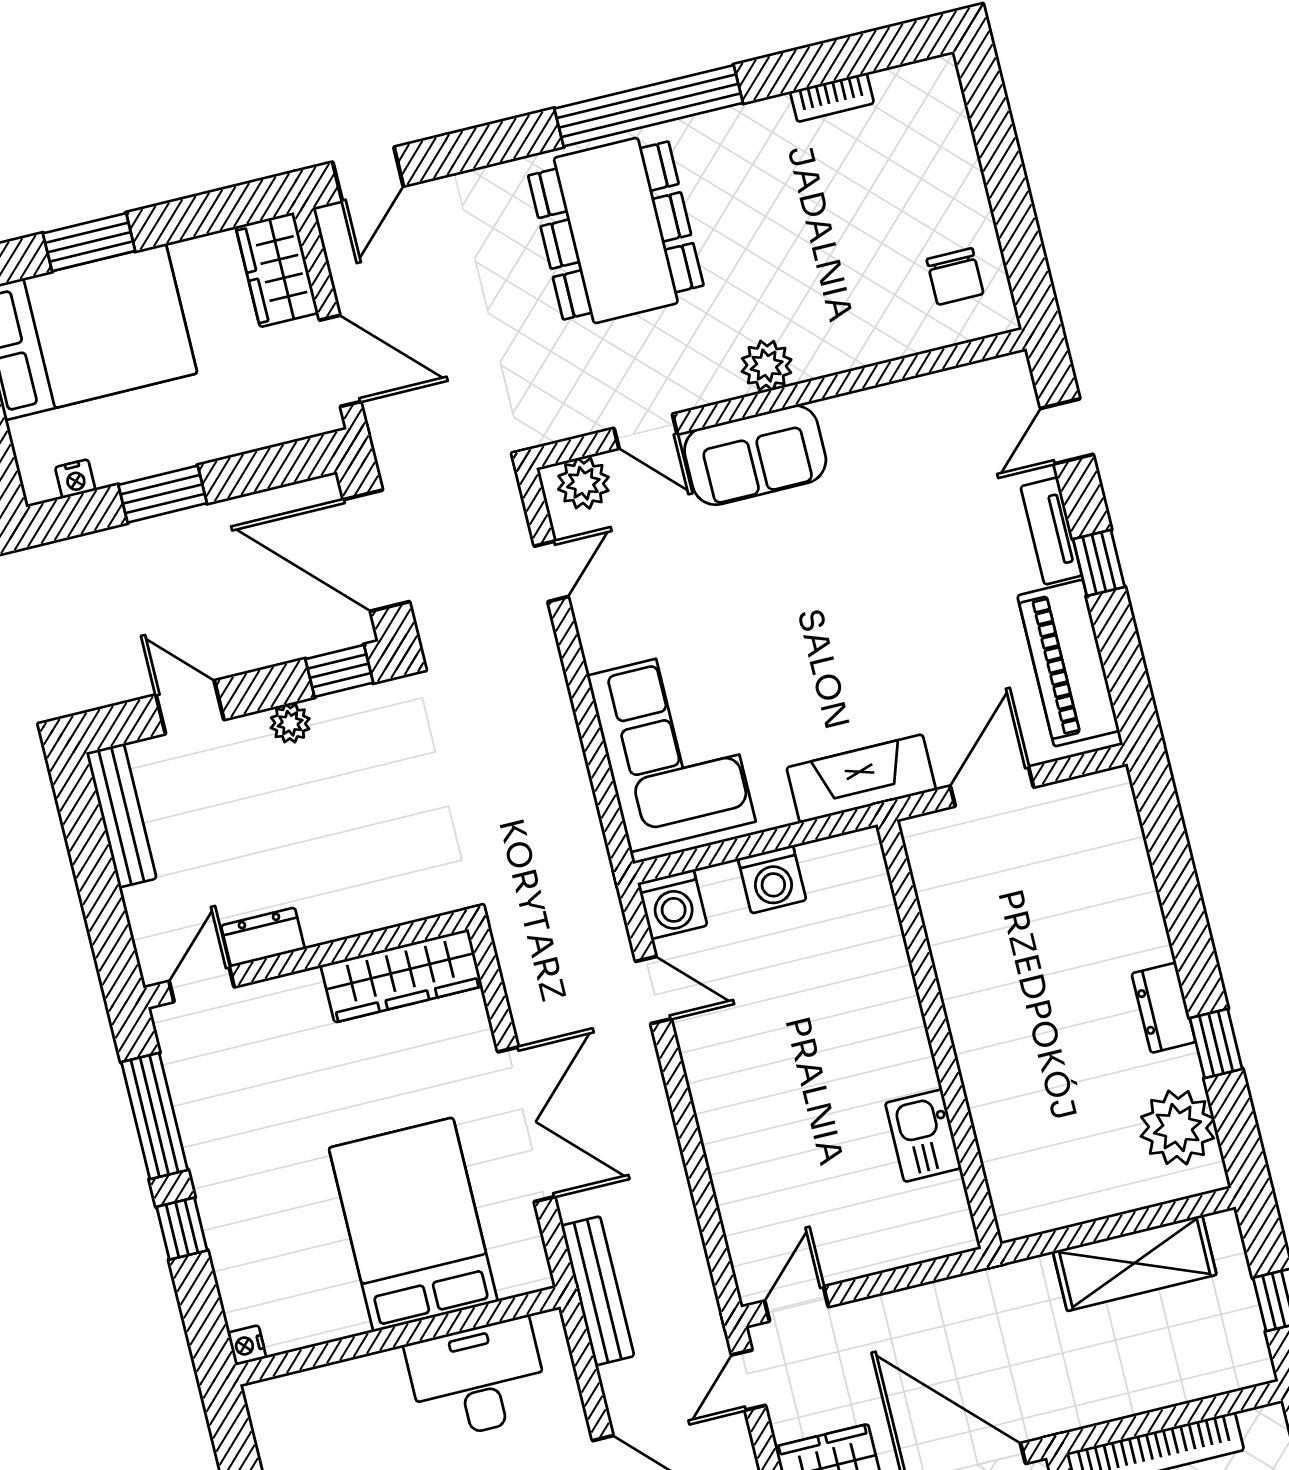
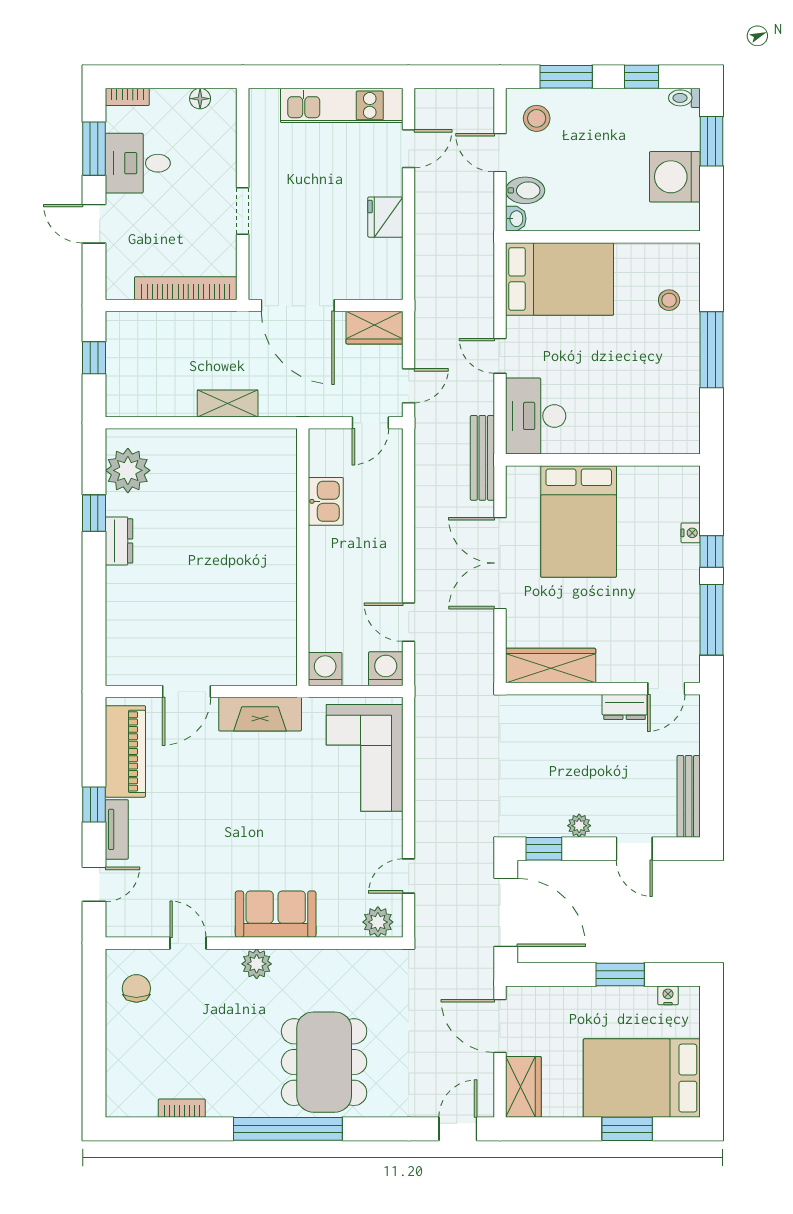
door: (646, 431) -> (188, 943), moved
wall: (939, 1034) -> (303, 557), moved
kitchen sink: (923, 1136) -> (326, 501), moved
shelving: (1135, 1263) -> (228, 403), moved, width x0.67, depth x0.75
nightstand: (247, 1345) -> (691, 533), moved
desk: (478, 1379) -> (536, 416), moved, turned 90

